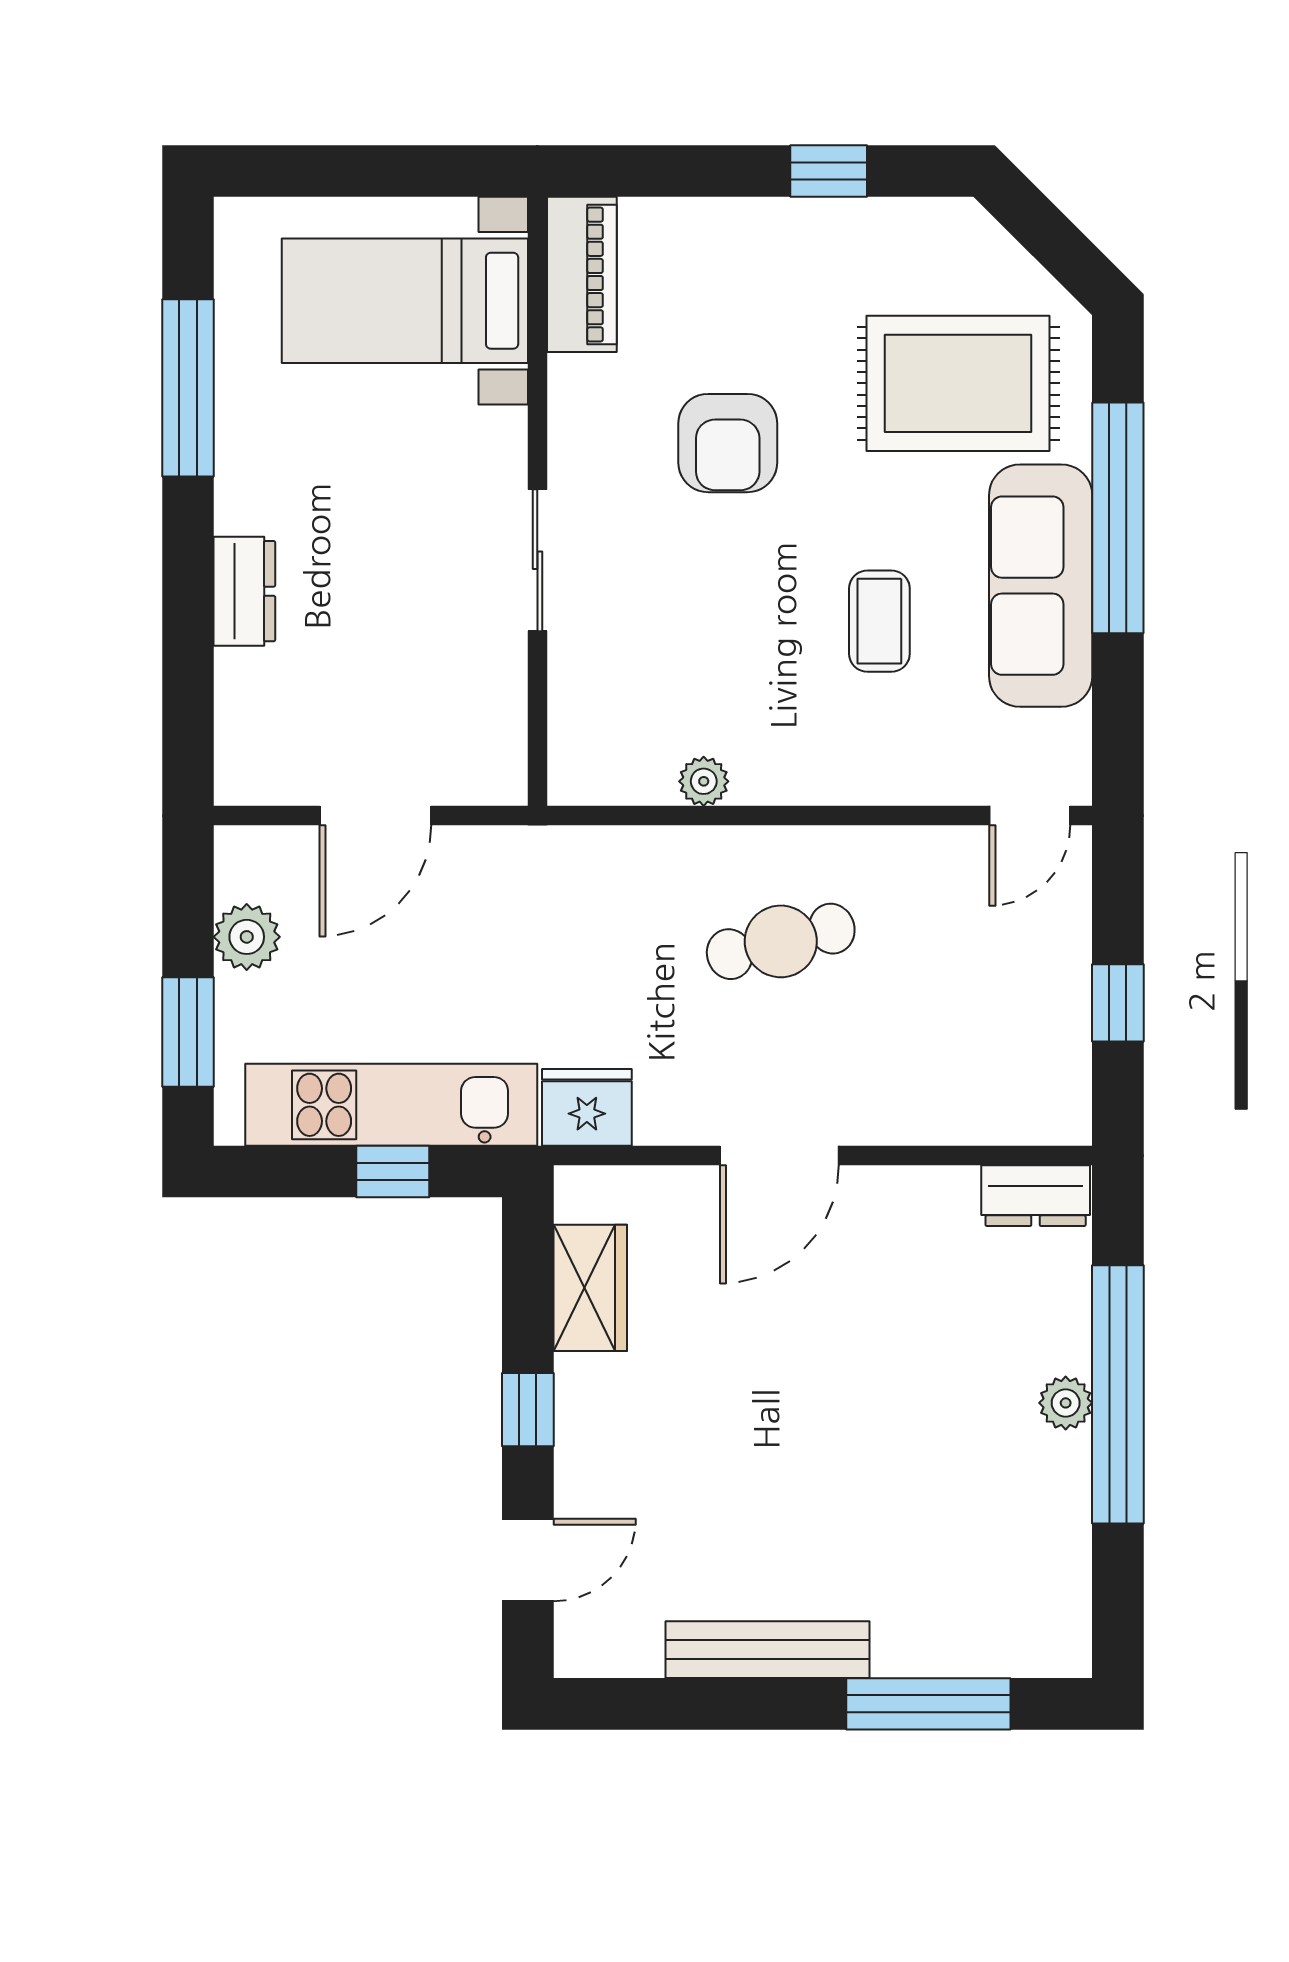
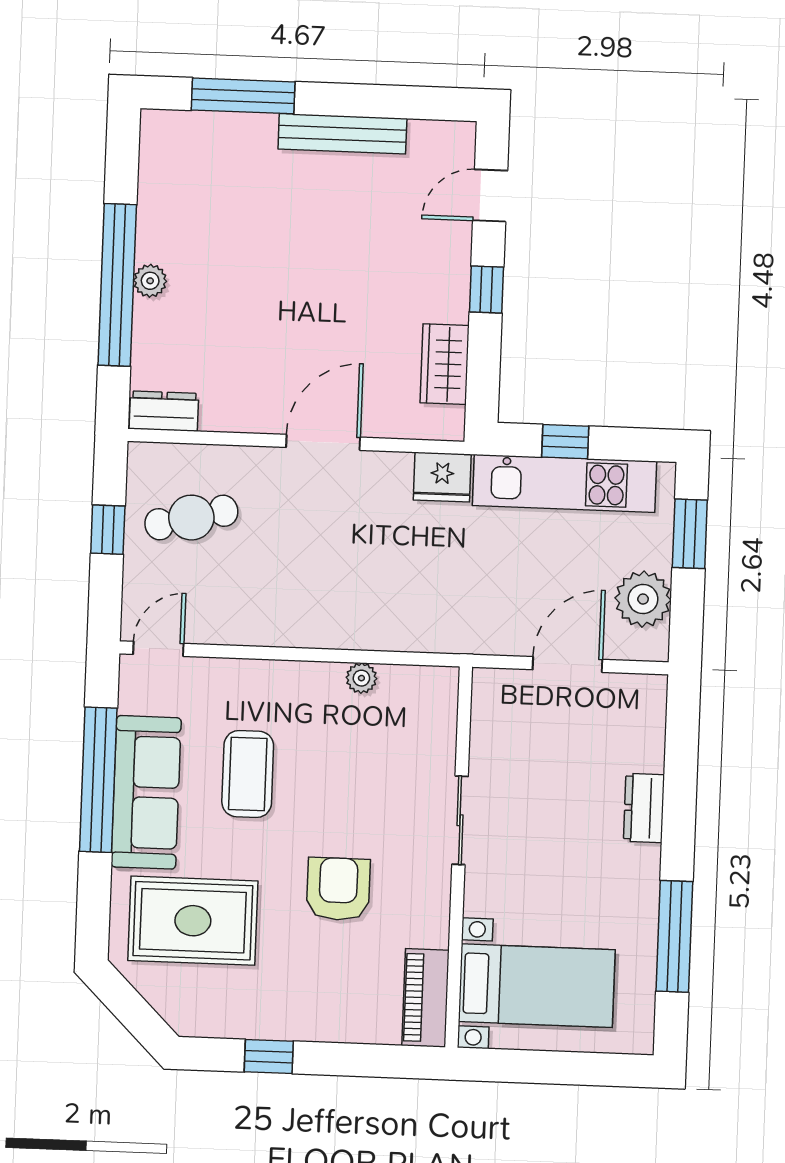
window: (1118, 518) -> (98, 780), moved
coffee table: (879, 621) -> (248, 774), width x1.36, depth x1.30
plant: (247, 937) -> (643, 599), width x1.36, depth x1.36
cafe table: (781, 941) -> (191, 518), moved

